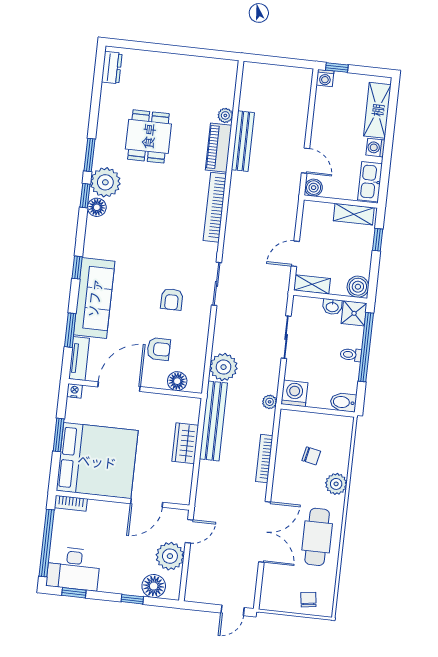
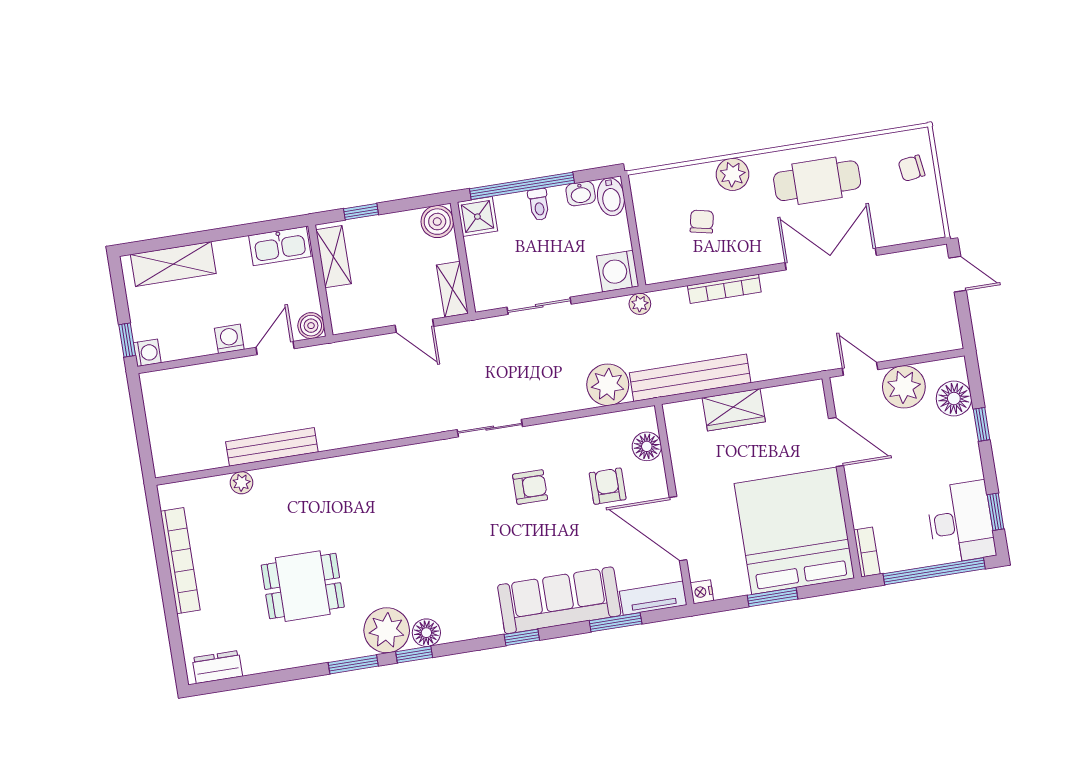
piano: (219, 148) -> (291, 480), removed
washing machine: (375, 148) -> (229, 339), moved, turned 180
bookcase: (215, 207) -> (180, 561), moved, turned -90
washbasin: (332, 307) -> (581, 194), moved, turned 90

